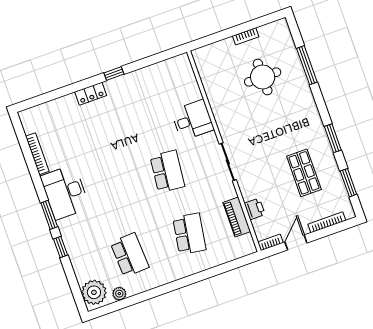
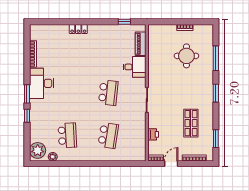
window: (114, 73) -> (124, 22), moved
window: (333, 138) -> (216, 93), moved
piano: (237, 217) -> (141, 44), moved

